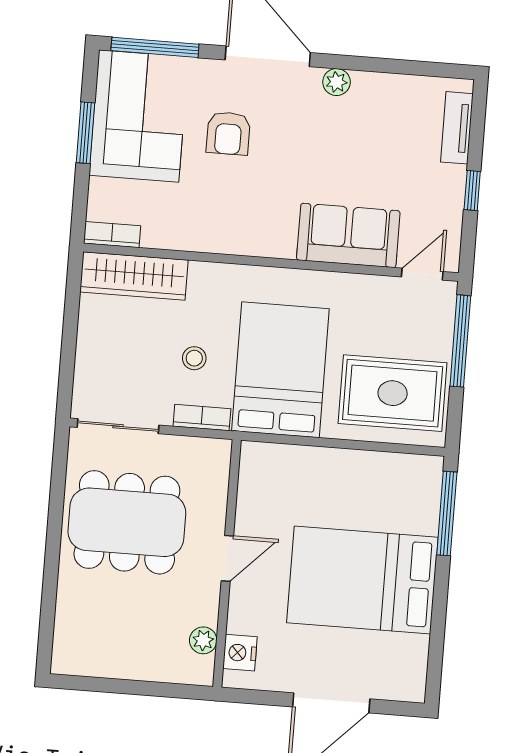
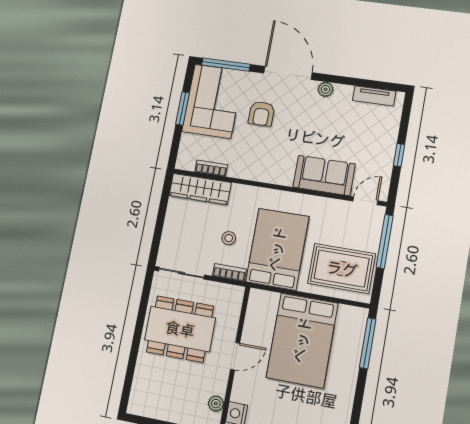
tv unit: (457, 128) -> (374, 96), moved, turned -90
bookcase: (112, 235) -> (211, 168), moved
bed: (362, 580) -> (302, 340), moved, turned -90

